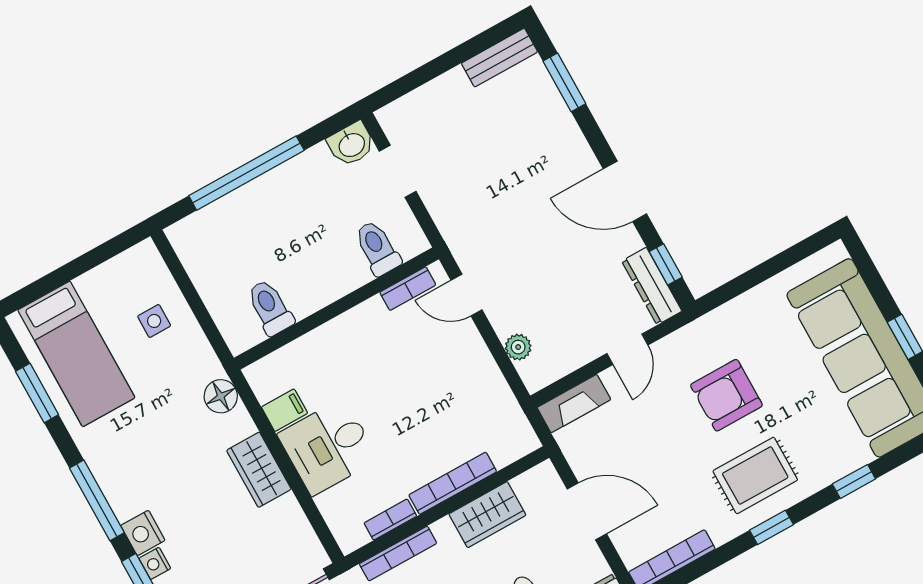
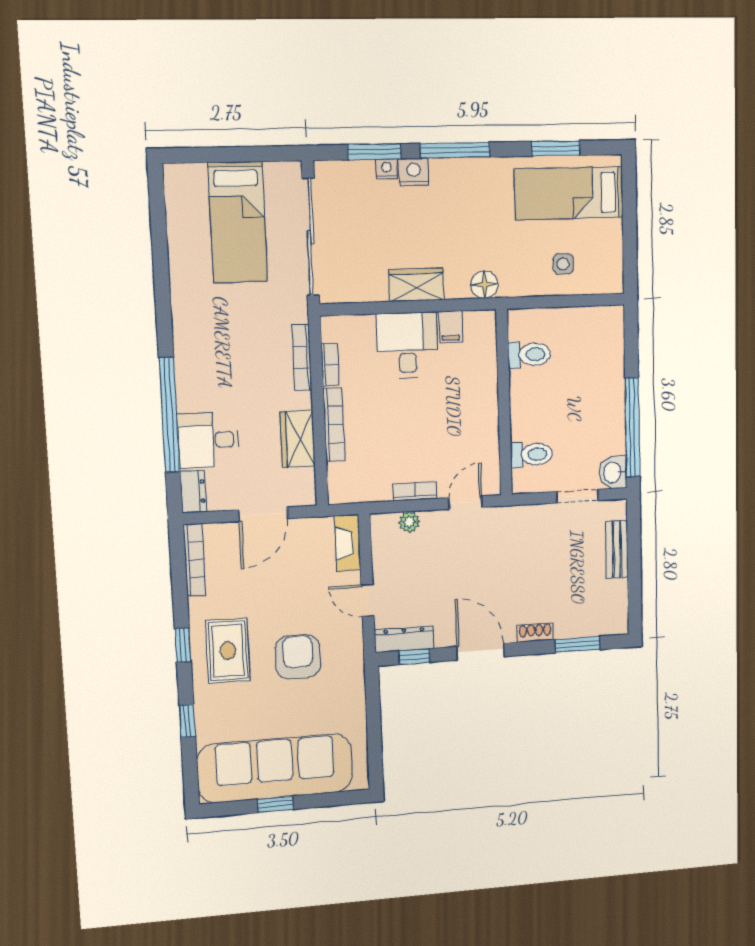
bench: (499, 58) -> (617, 549), moved
shoe rack: (574, 139) -> (535, 633), added
window: (246, 173) -> (632, 427), moved
door: (625, 191) -> (481, 652), hinge flipped
bookcase: (408, 289) -> (415, 491), moved, turned 90

